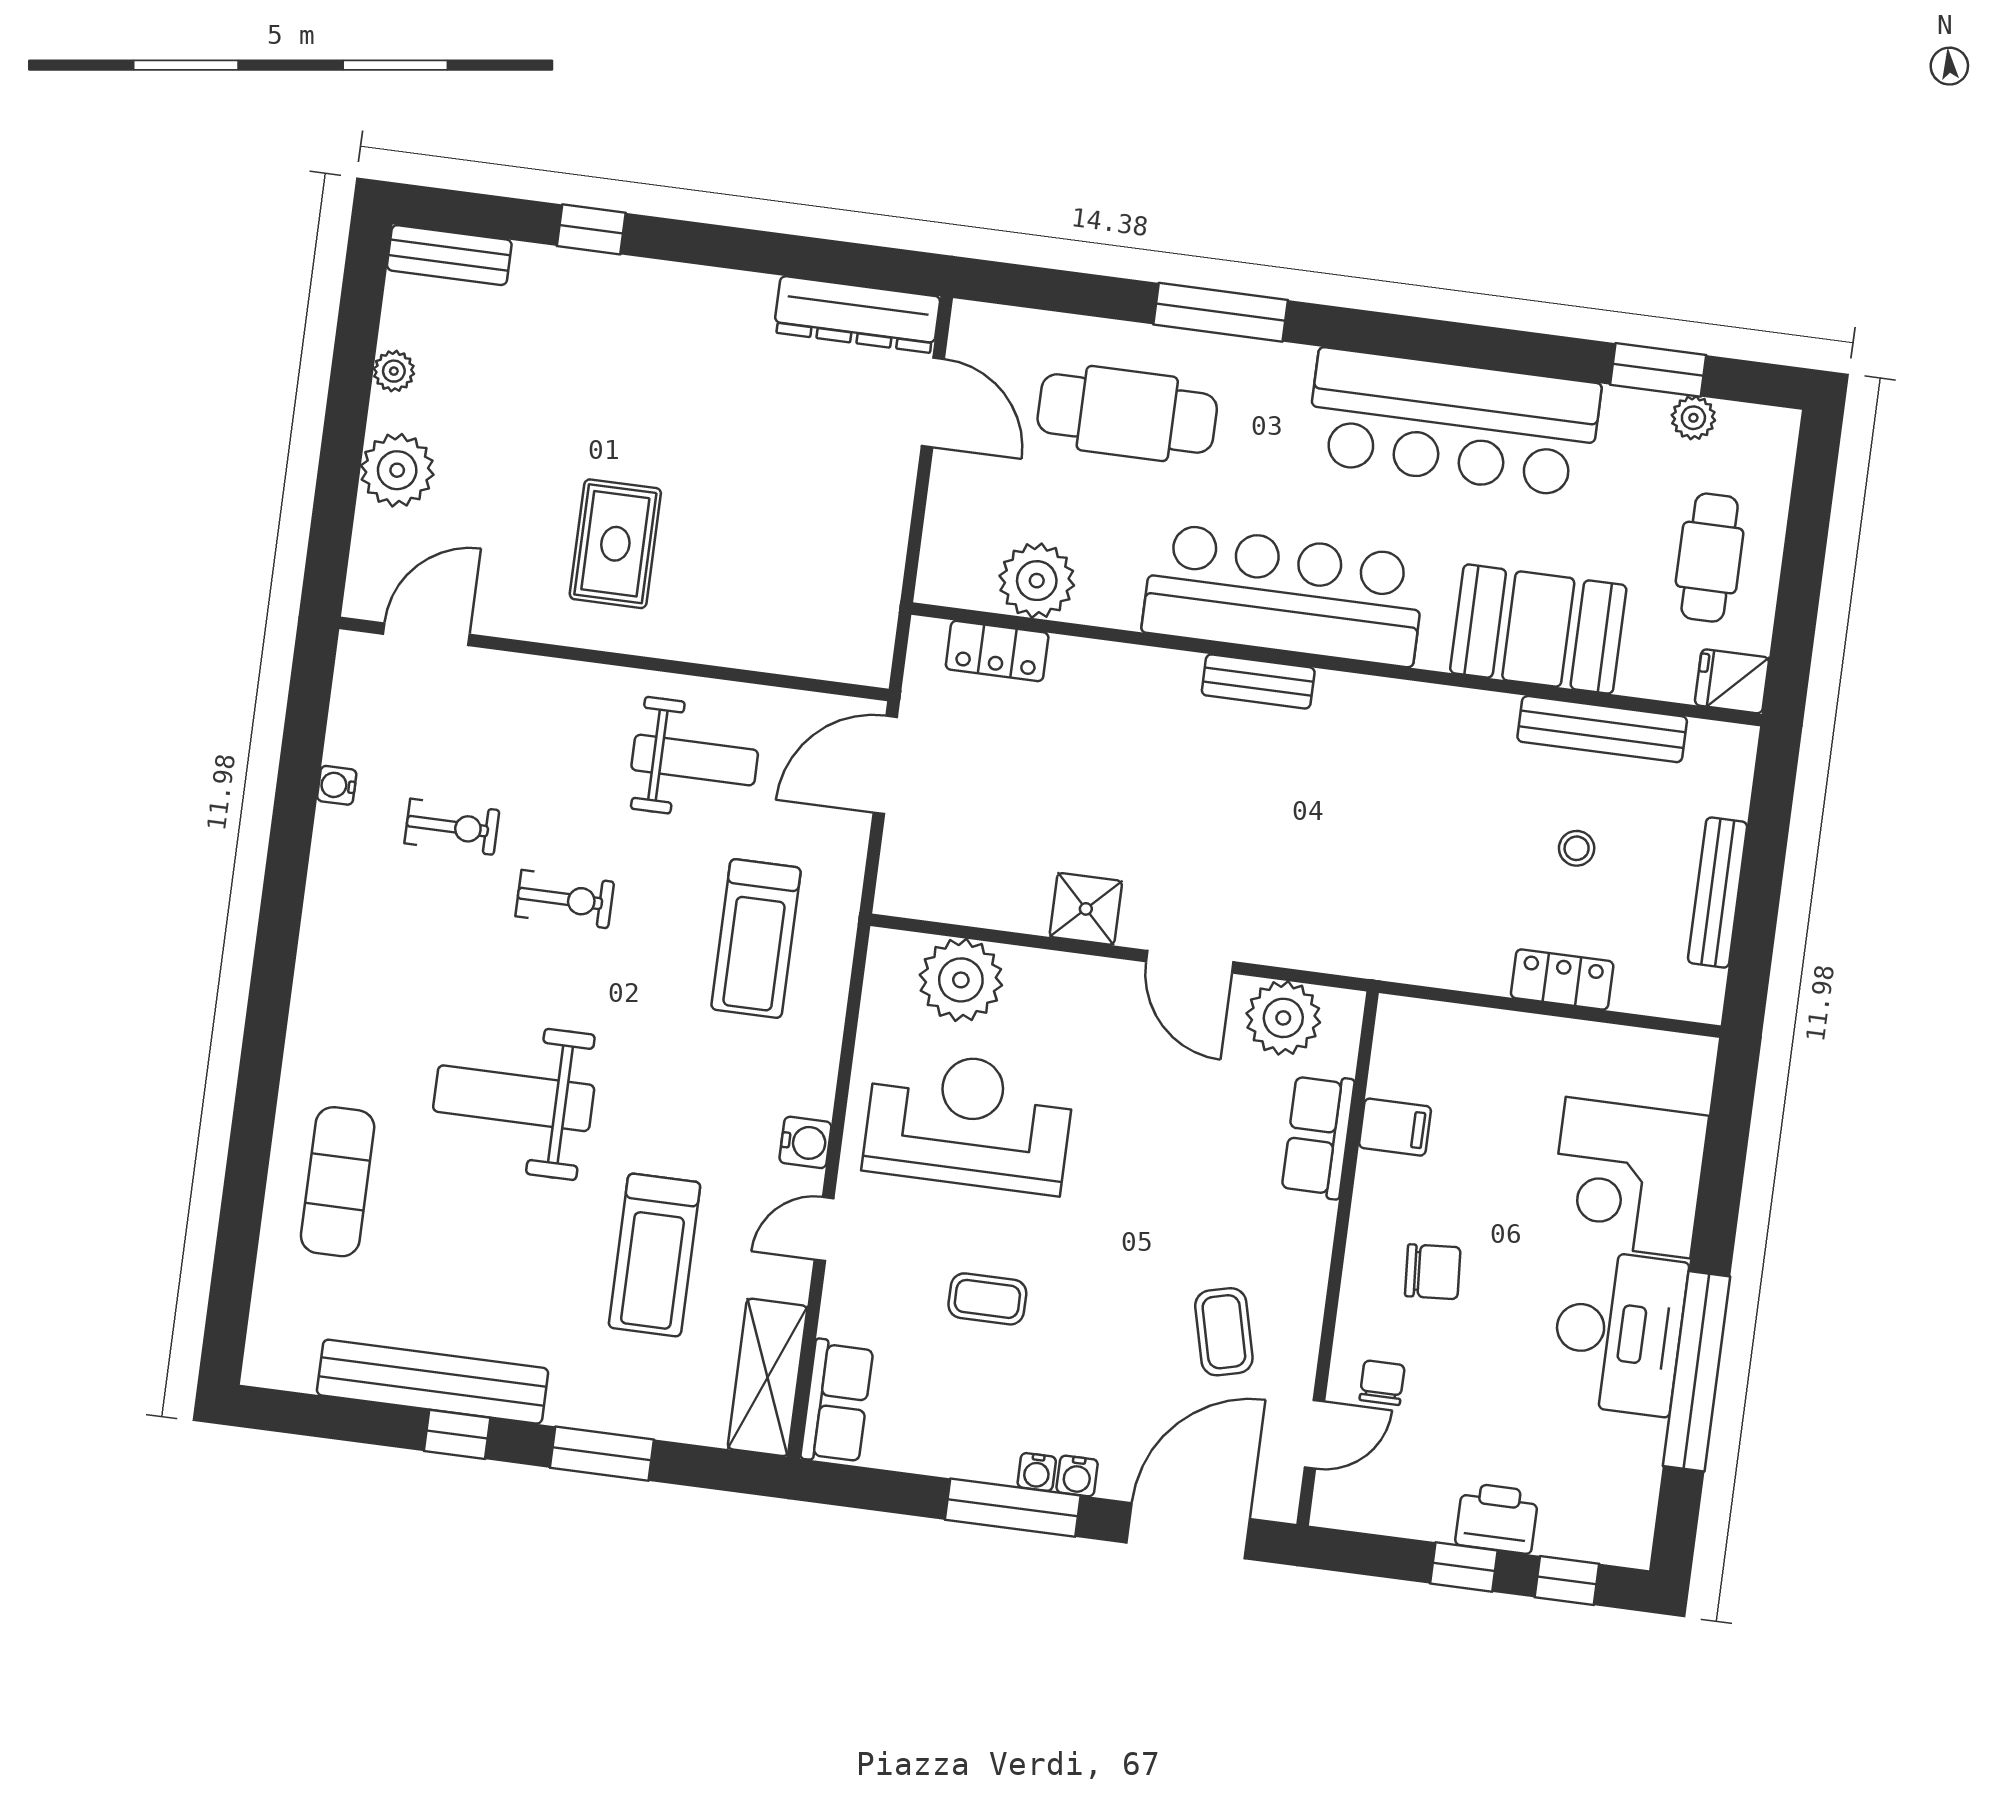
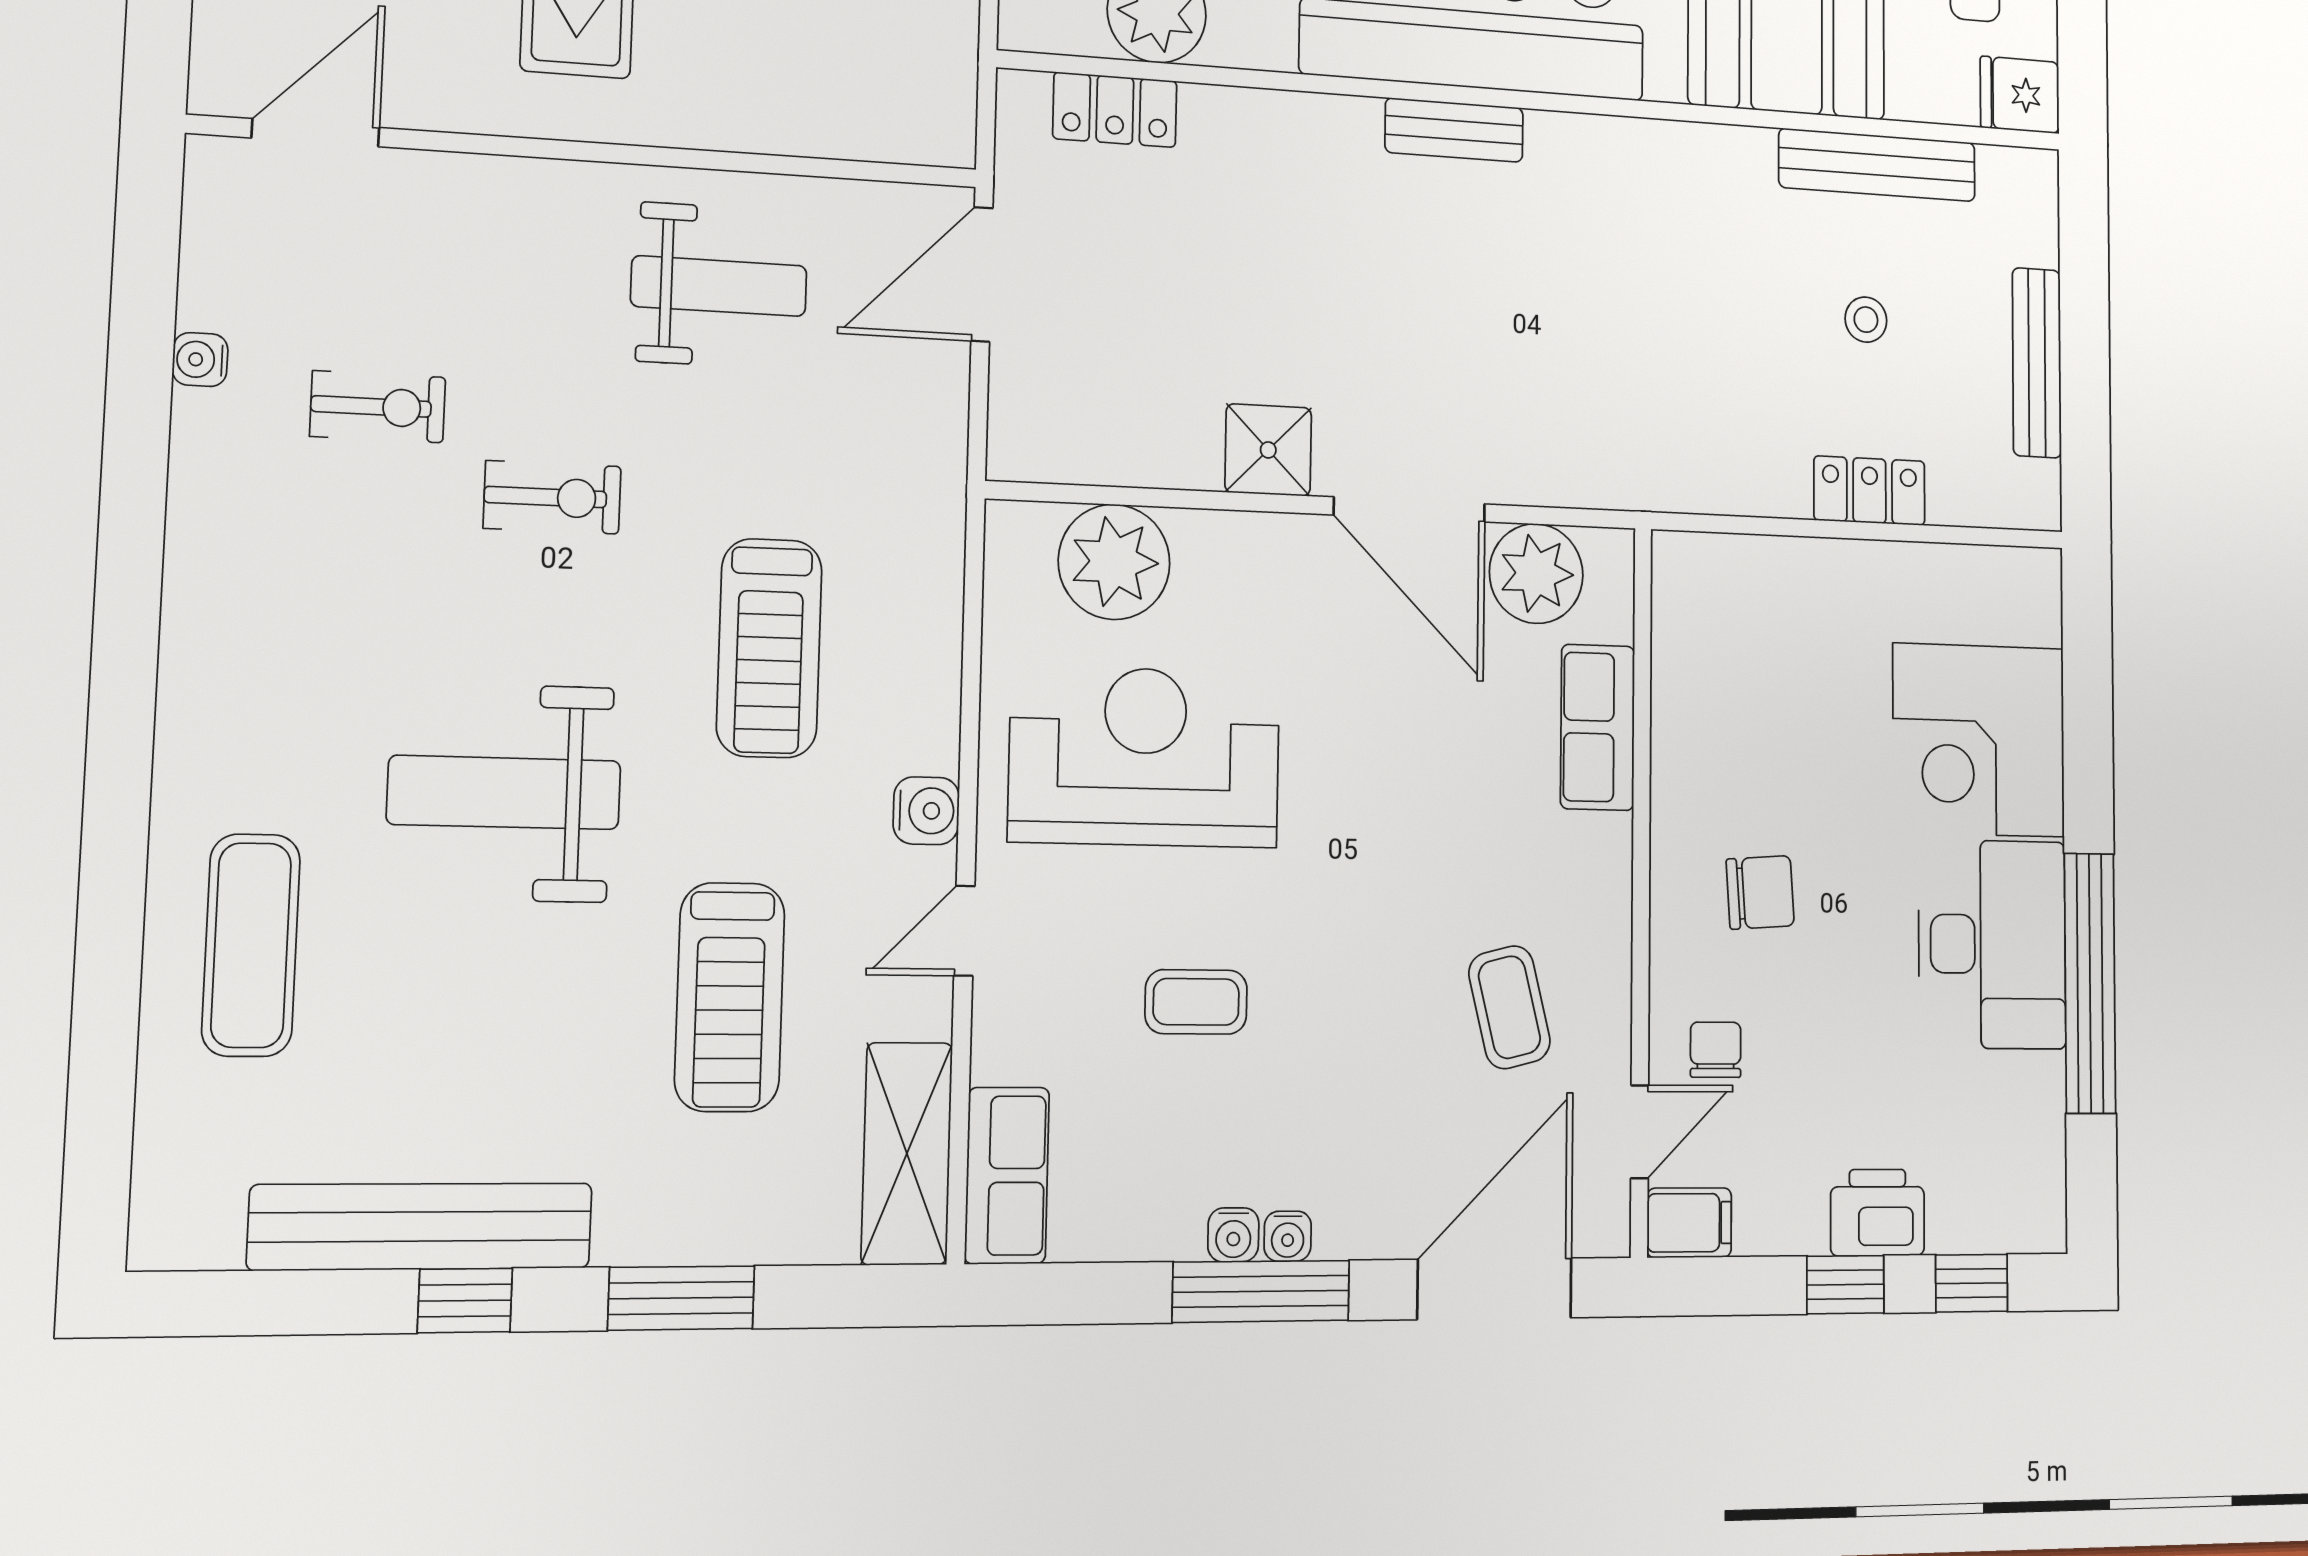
treadmill: (756, 939) -> (769, 648), moved
door: (1190, 962) -> (1410, 510), width x1.36
filing cabinet: (1395, 1127) -> (1689, 1223), moved
water cooler: (1077, 1476) -> (1233, 1235), moved

